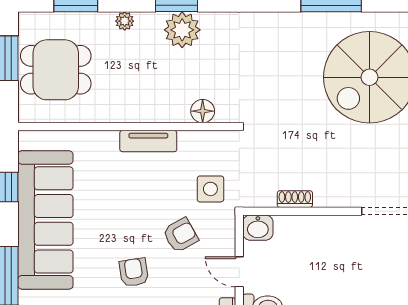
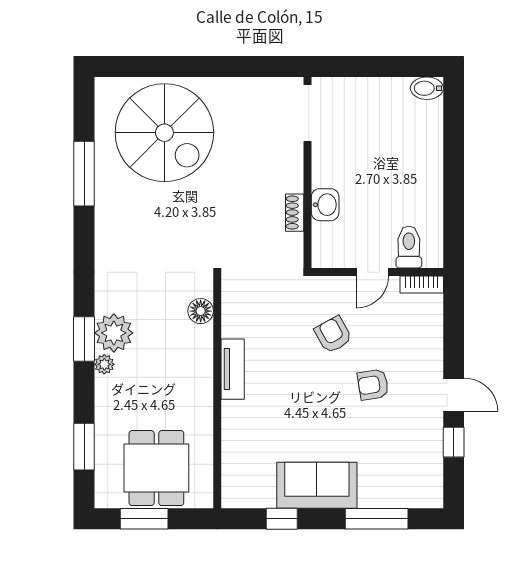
plant: (125, 21) -> (104, 364), moved
side table: (210, 189) -> (284, 303), removed
sofa: (45, 220) -> (317, 485), width x0.54, depth x0.79
washbasin: (258, 228) -> (325, 205), moved

